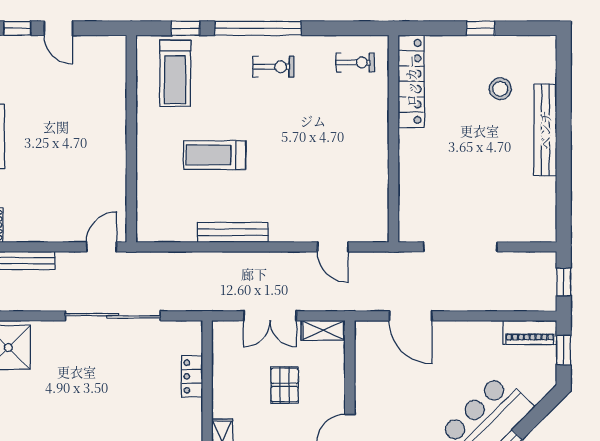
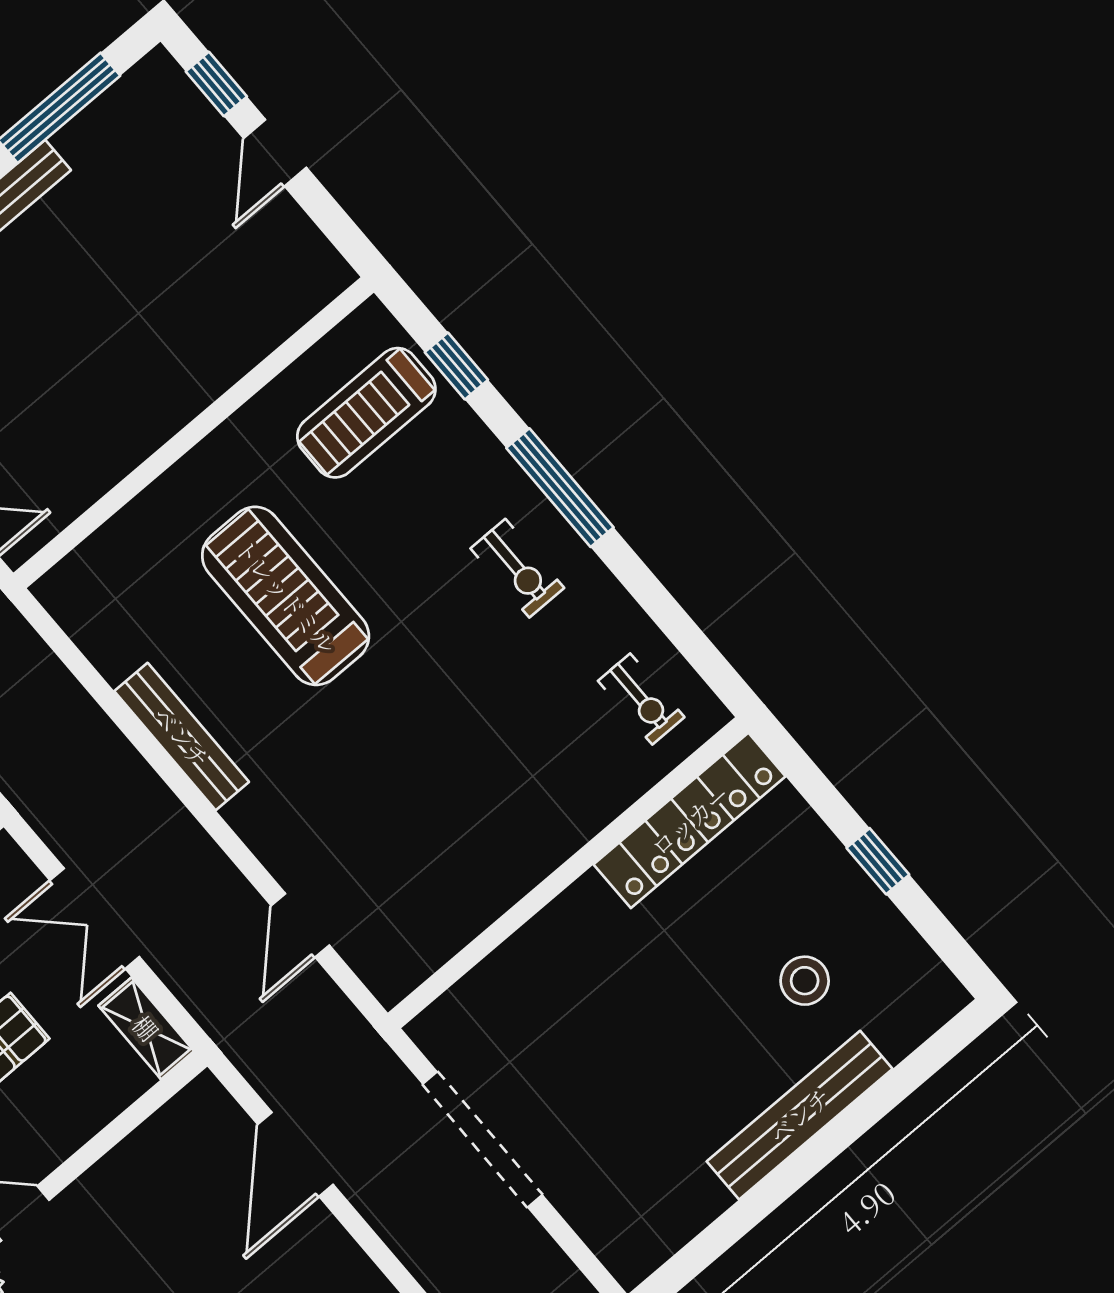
window: (258, 28) -> (560, 488), width x0.68
treadmill: (215, 155) -> (286, 596), width x1.37, depth x1.38

